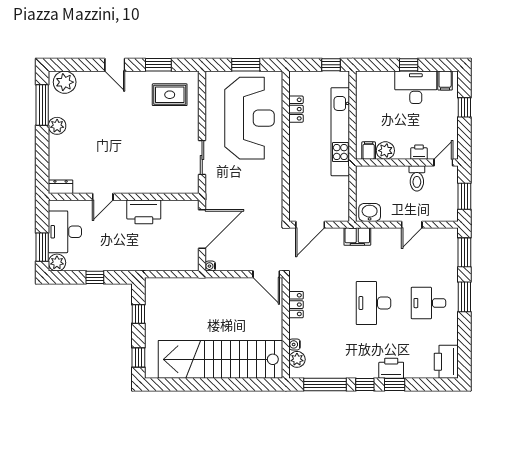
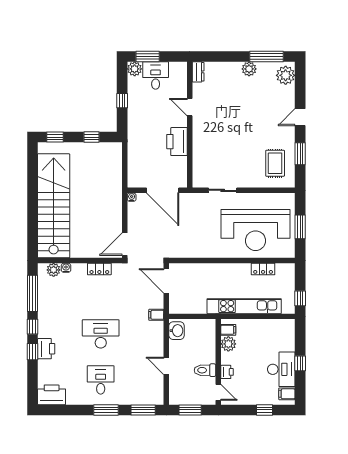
desk: (65, 232) -> (156, 75), width x0.73
filing cabinet: (357, 237) -> (156, 315), width x0.50

